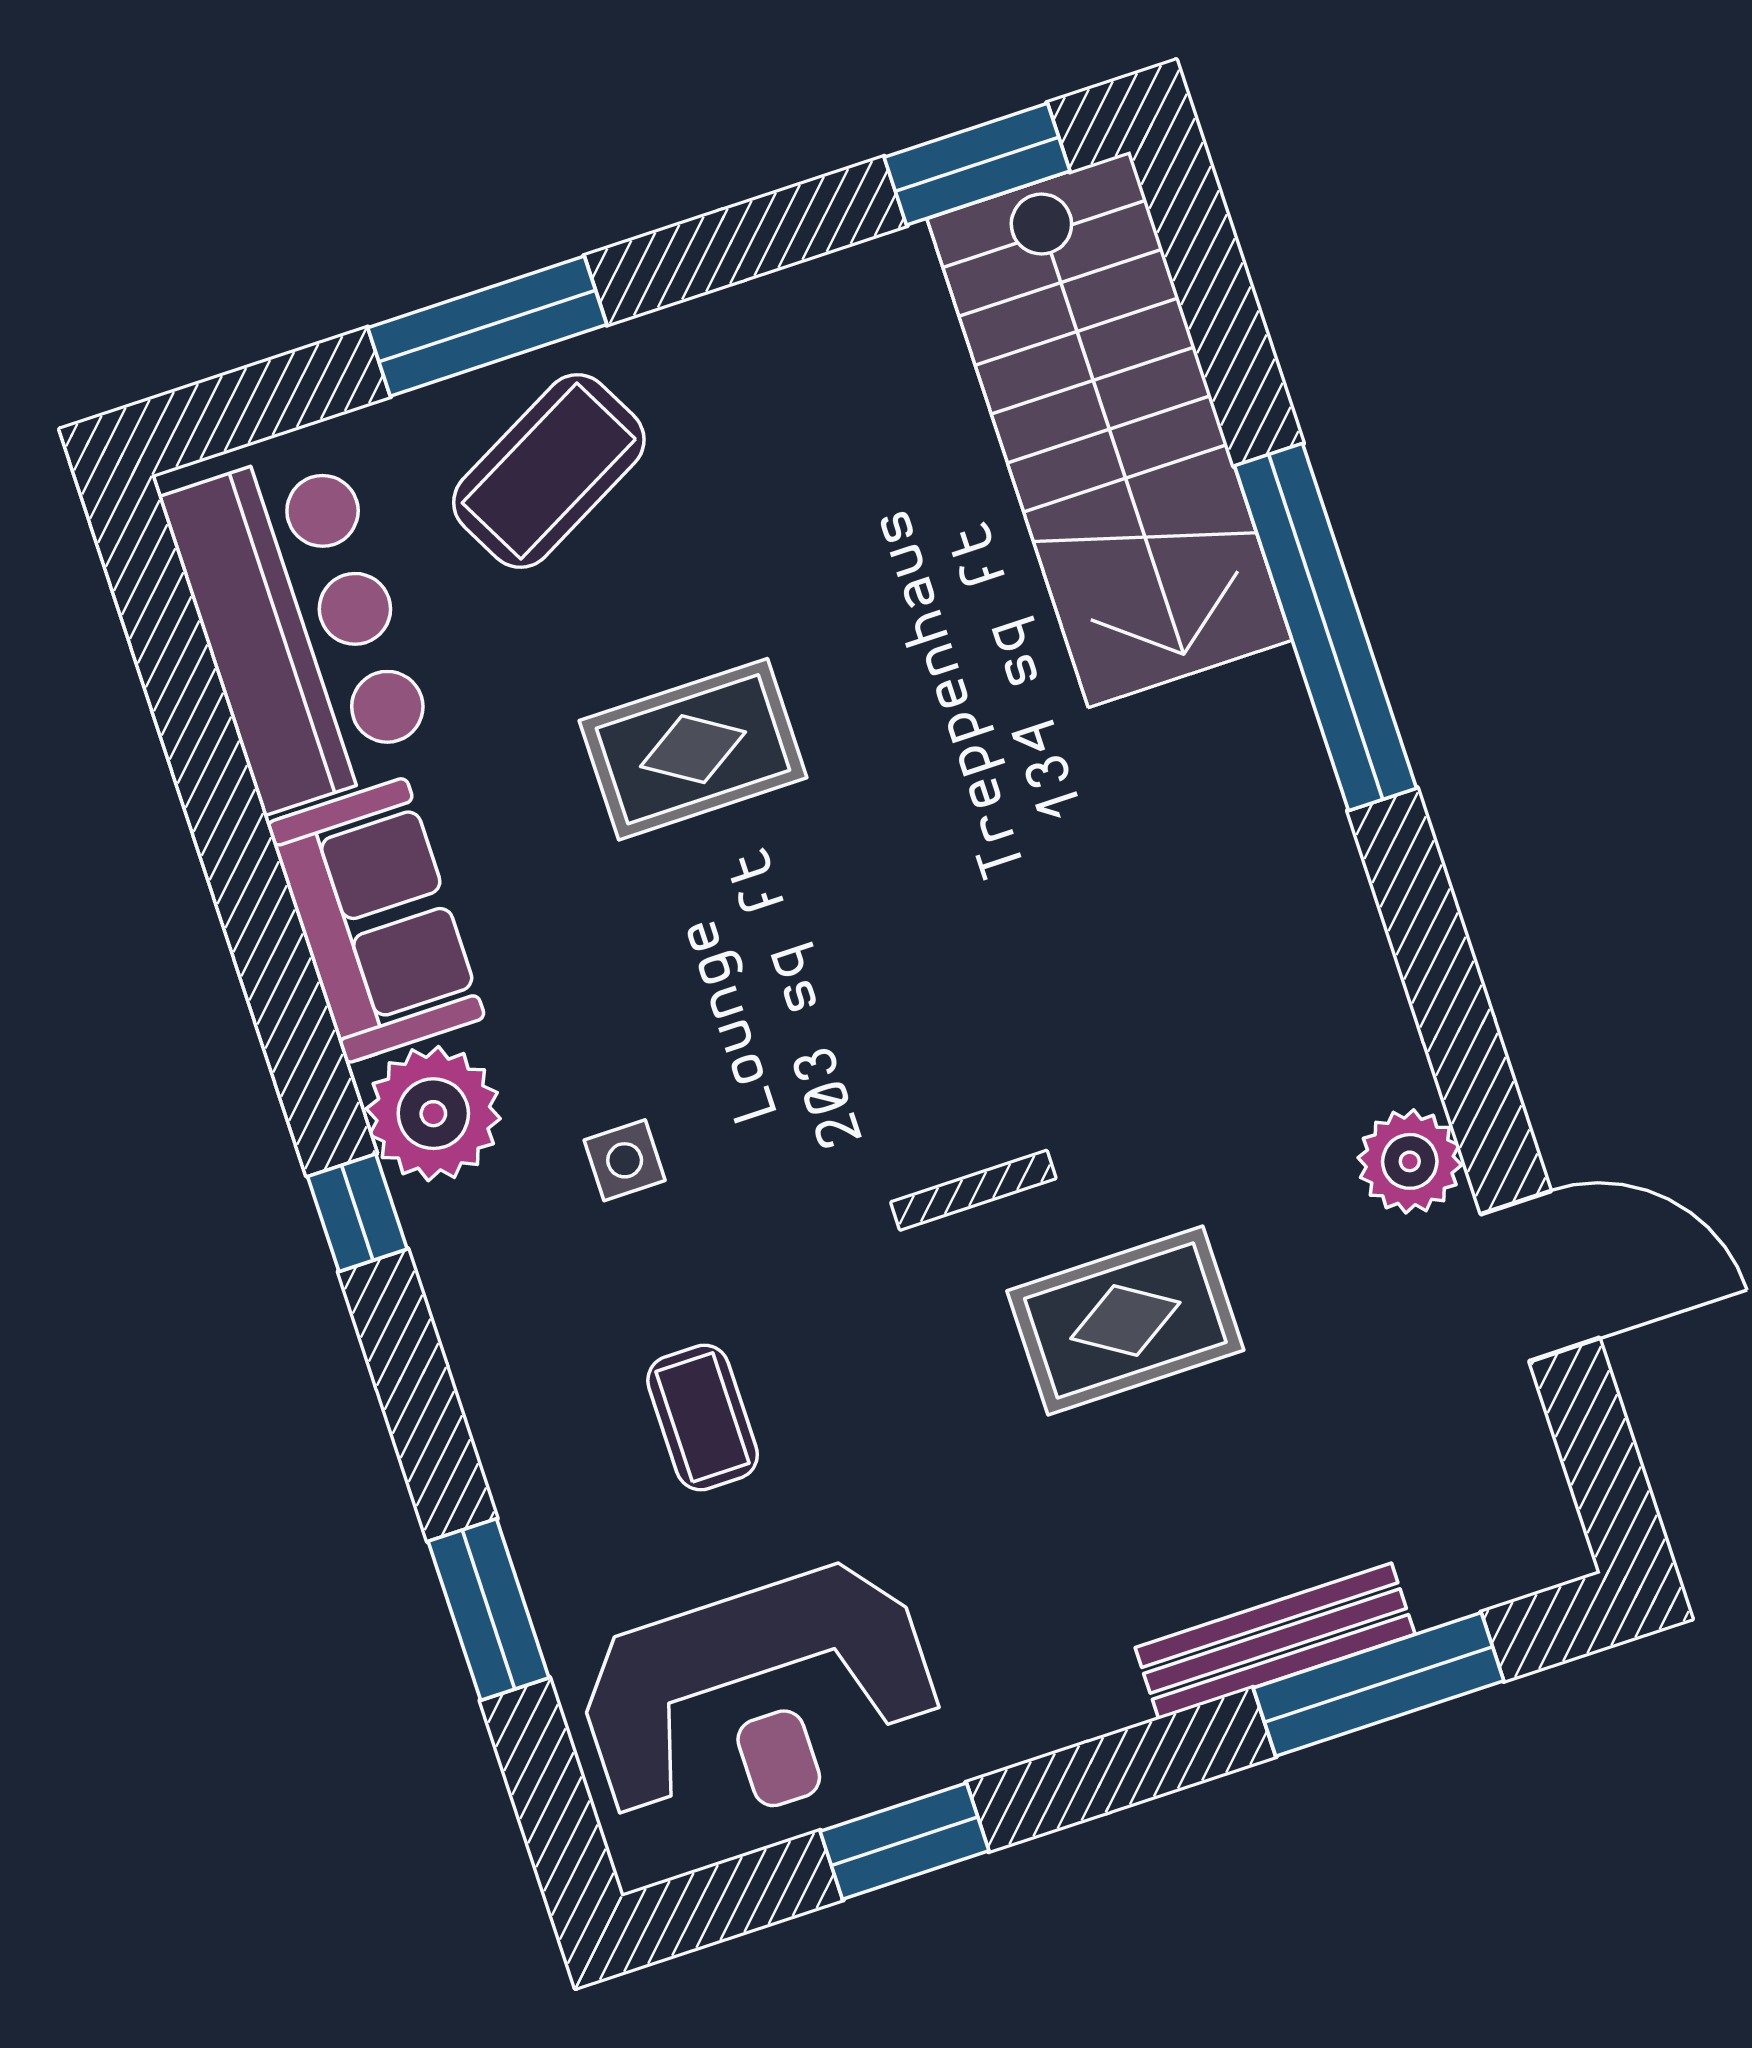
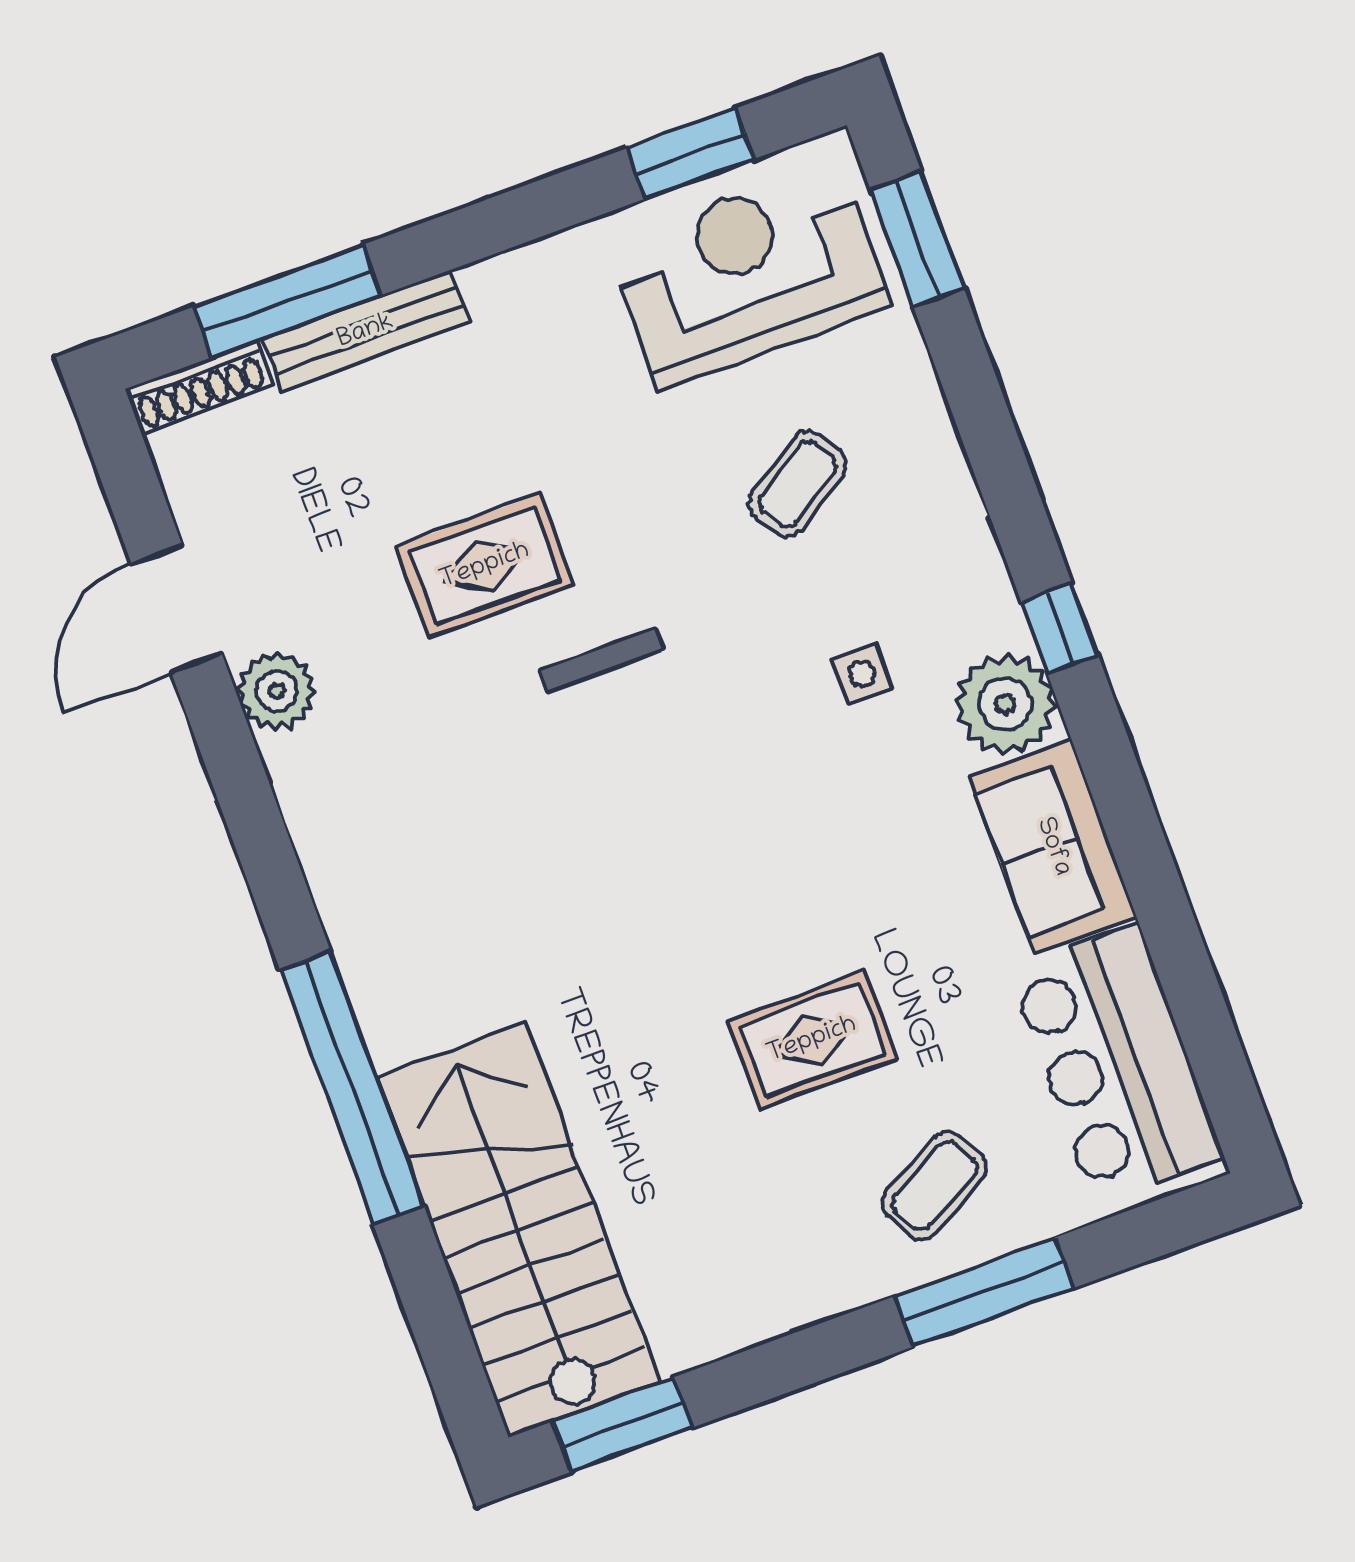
coffee table: (549, 471) -> (934, 1186), width x0.73, depth x0.77
rug: (693, 749) -> (812, 1040), moved
door: (1540, 1276) -> (177, 609), hinge flipped
coffee table: (703, 1417) -> (798, 484), turned 57
shoe rack: (1501, 1572) -> (199, 387), added
window: (489, 1609) -> (917, 239), moved
window: (905, 1841) -> (691, 153), moved

